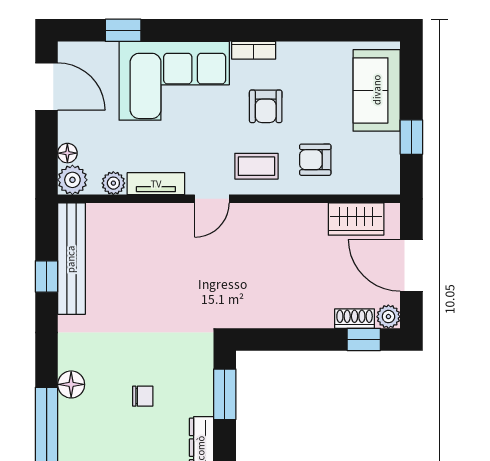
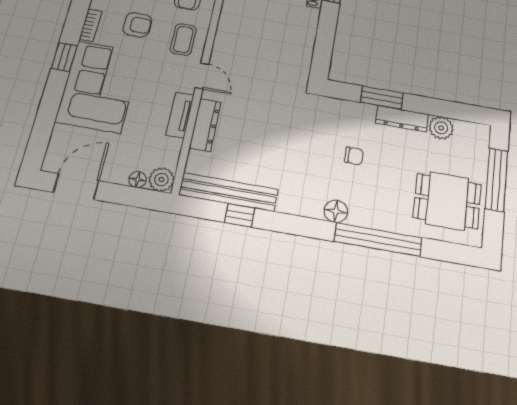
window: (123, 30) -> (64, 57), moved
plant: (113, 183) -> (172, 147), removed
dresser: (149, 216) -> (205, 125), added
window: (225, 394) -> (382, 98), moved
chair: (143, 396) -> (354, 156), turned 90

